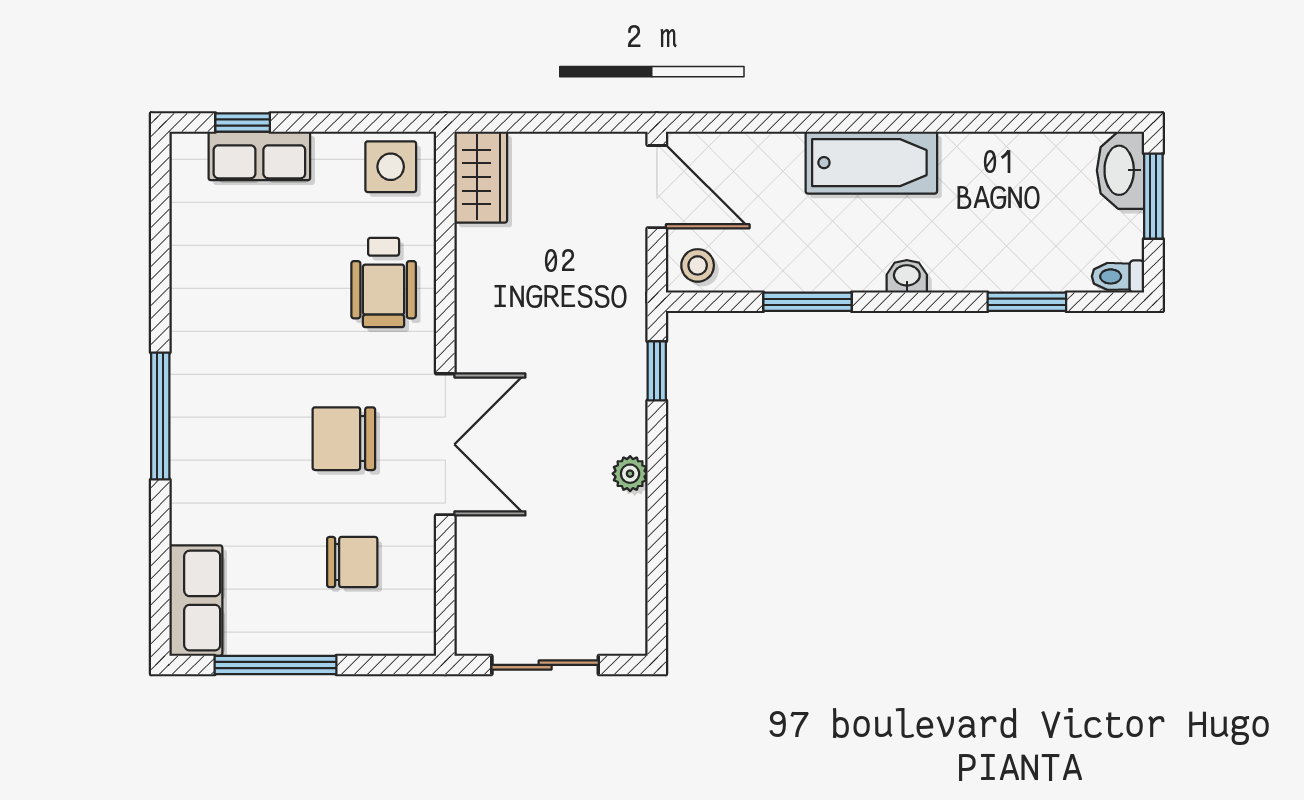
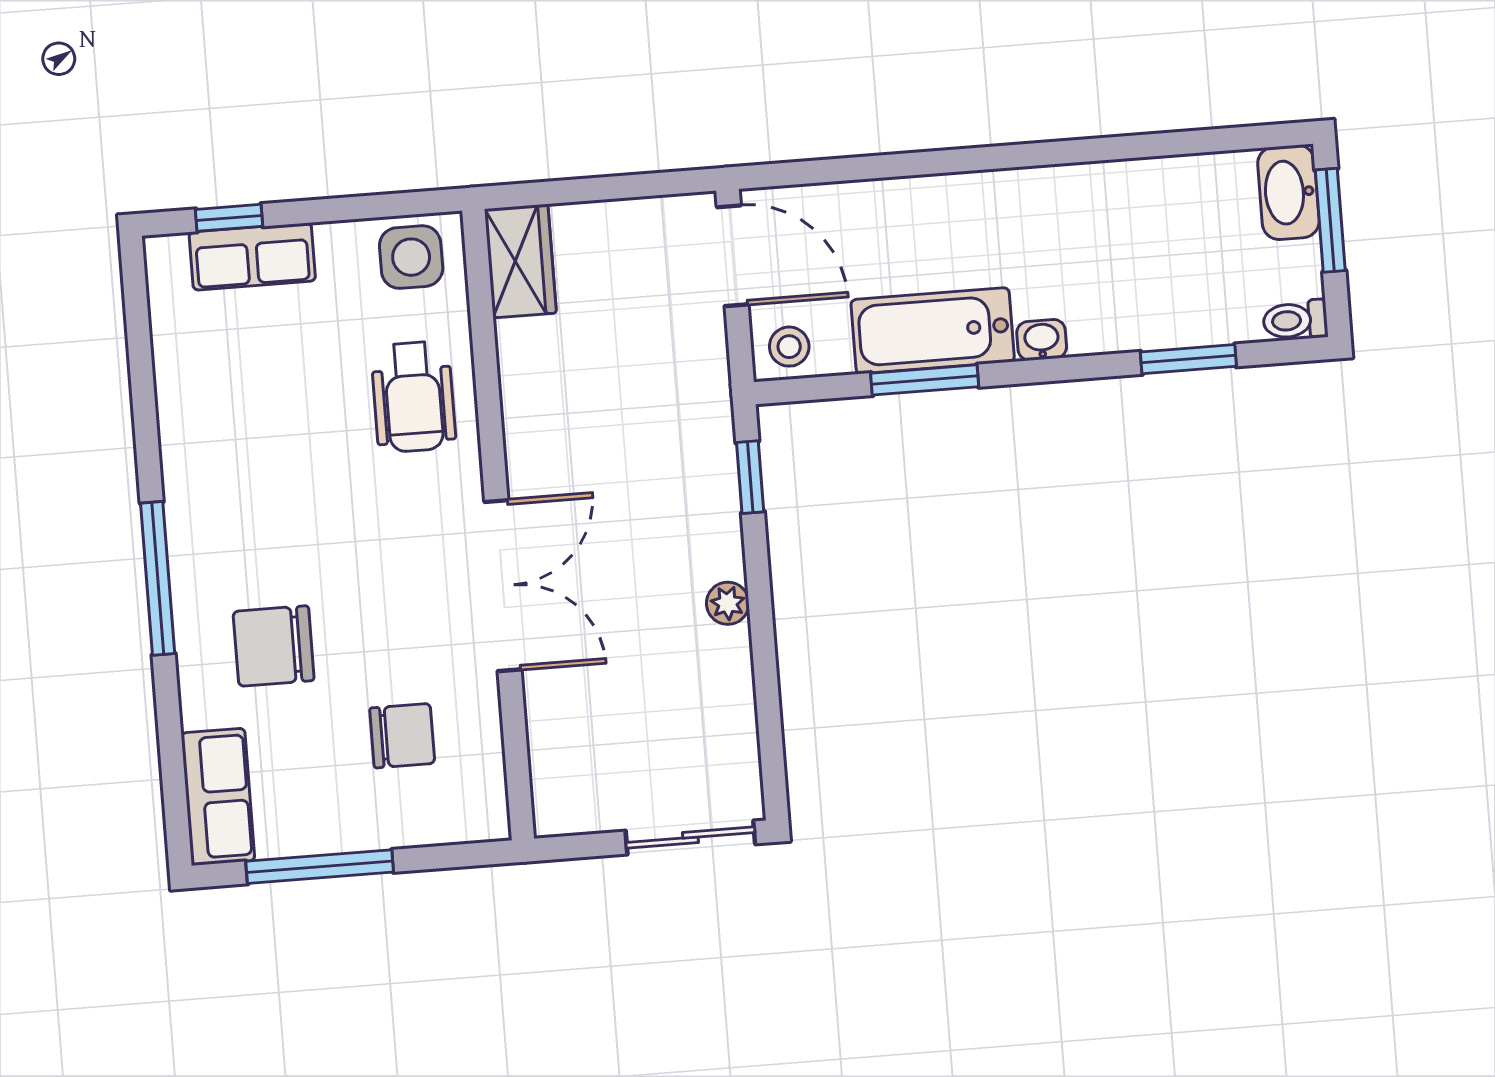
bathtub: (871, 163) -> (933, 331), moved, turned 180
chair: (344, 439) -> (274, 646), moved
sliding door: (545, 665) -> (690, 838), moved

